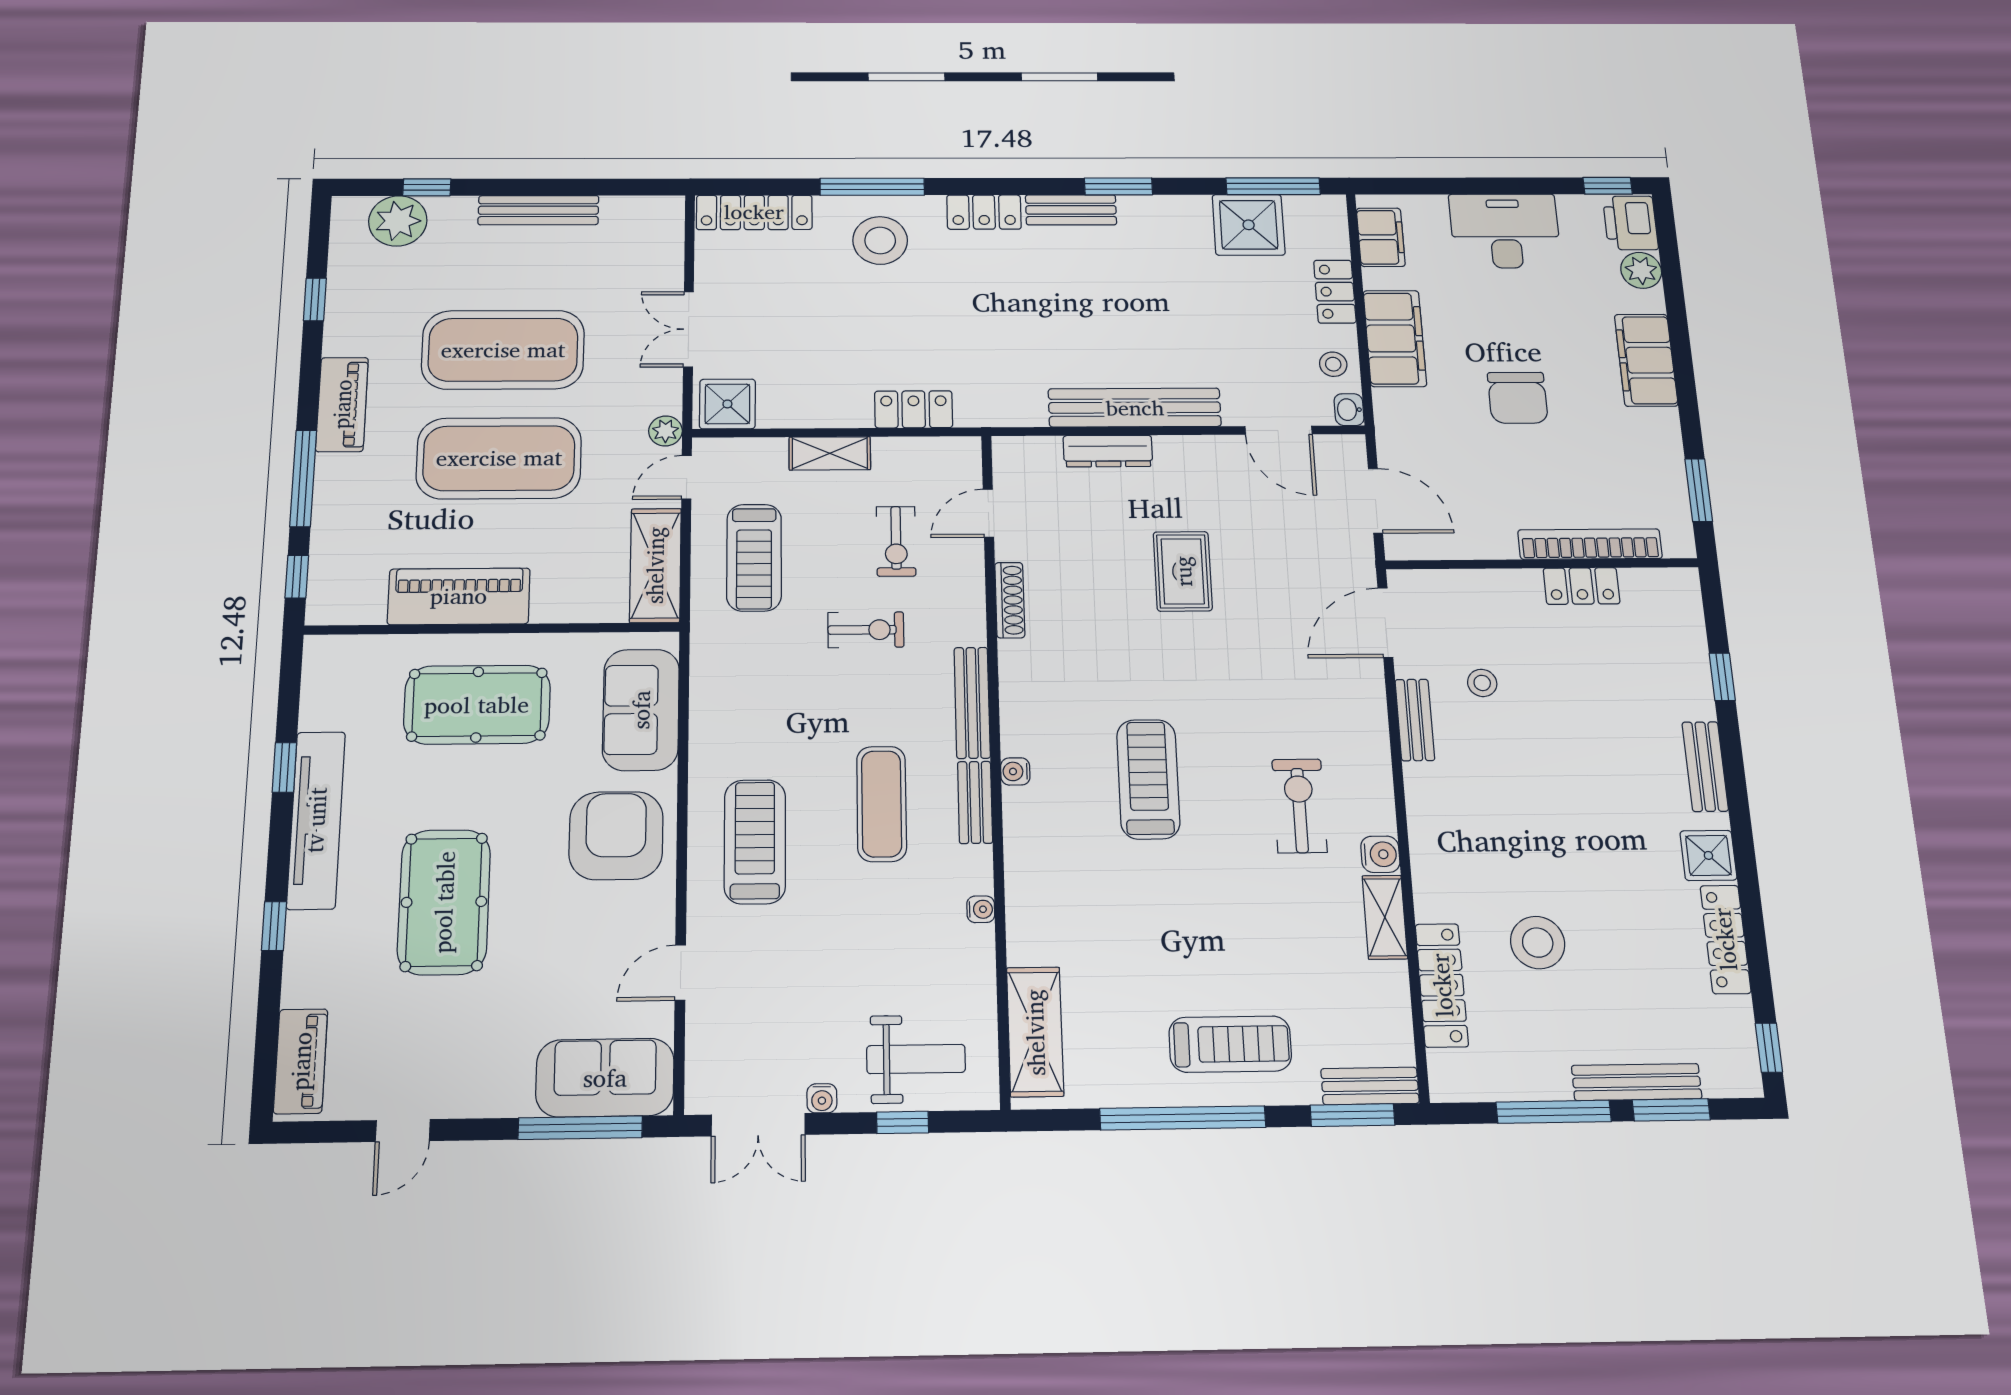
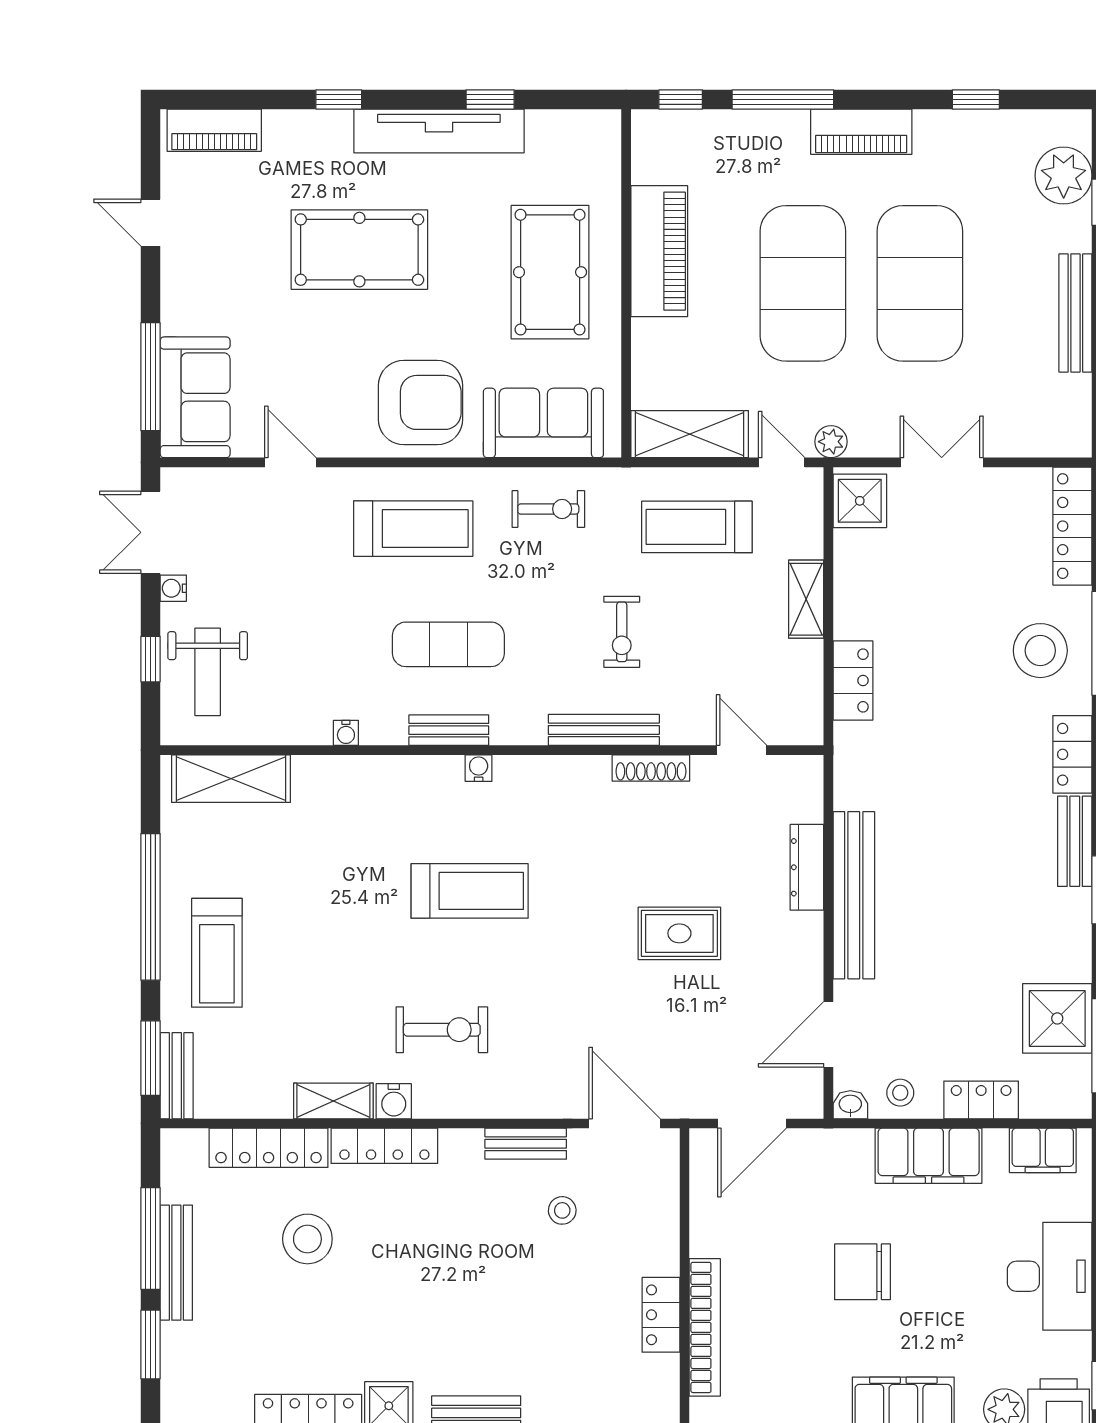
exercise bike: (896, 541) -> (548, 509), moved, turned 180
bench: (972, 703) -> (604, 730), moved
locker: (1429, 863) -> (384, 1146), added
bench: (1637, 1082) -> (176, 1263), moved

